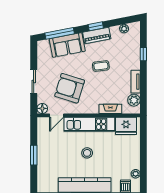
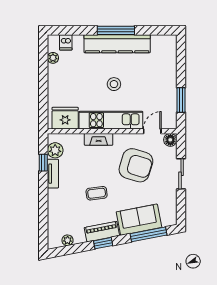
window: (143, 54) -> (43, 163), moved
fireplace: (110, 109) -> (99, 139), moved
window: (34, 155) -> (181, 100), moved

